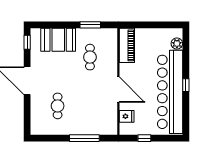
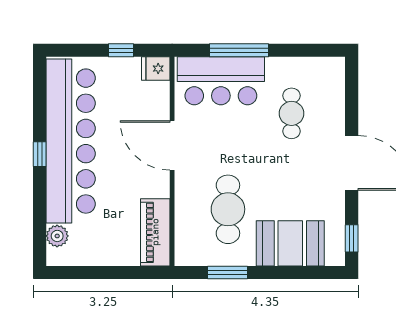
cafe table: (90, 57) -> (228, 209), width x1.37, depth x1.35
fridge: (127, 116) -> (156, 69), moved
bar counter: (94, 123) -> (221, 81), added

